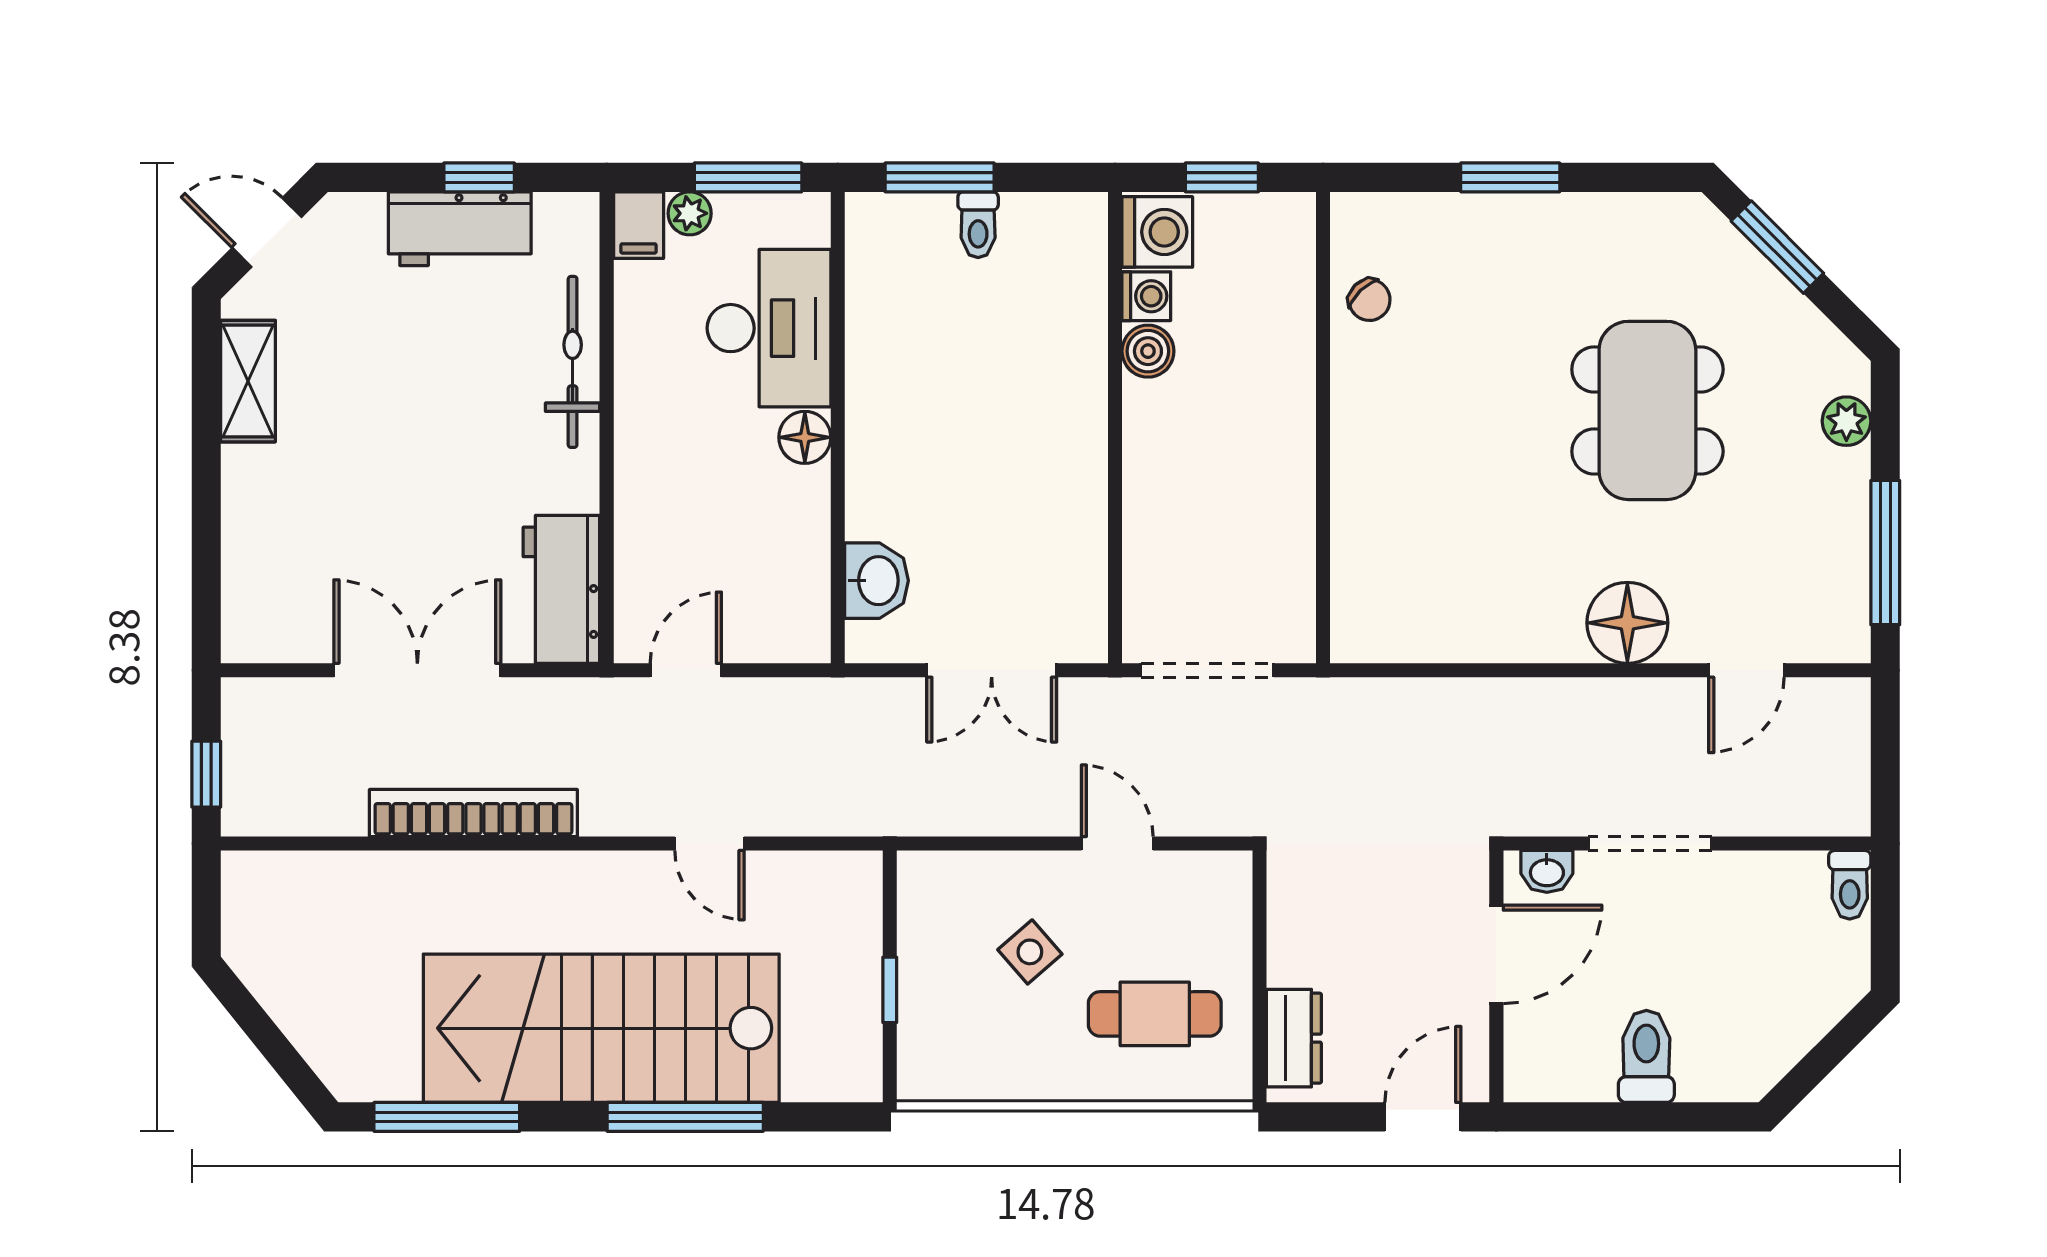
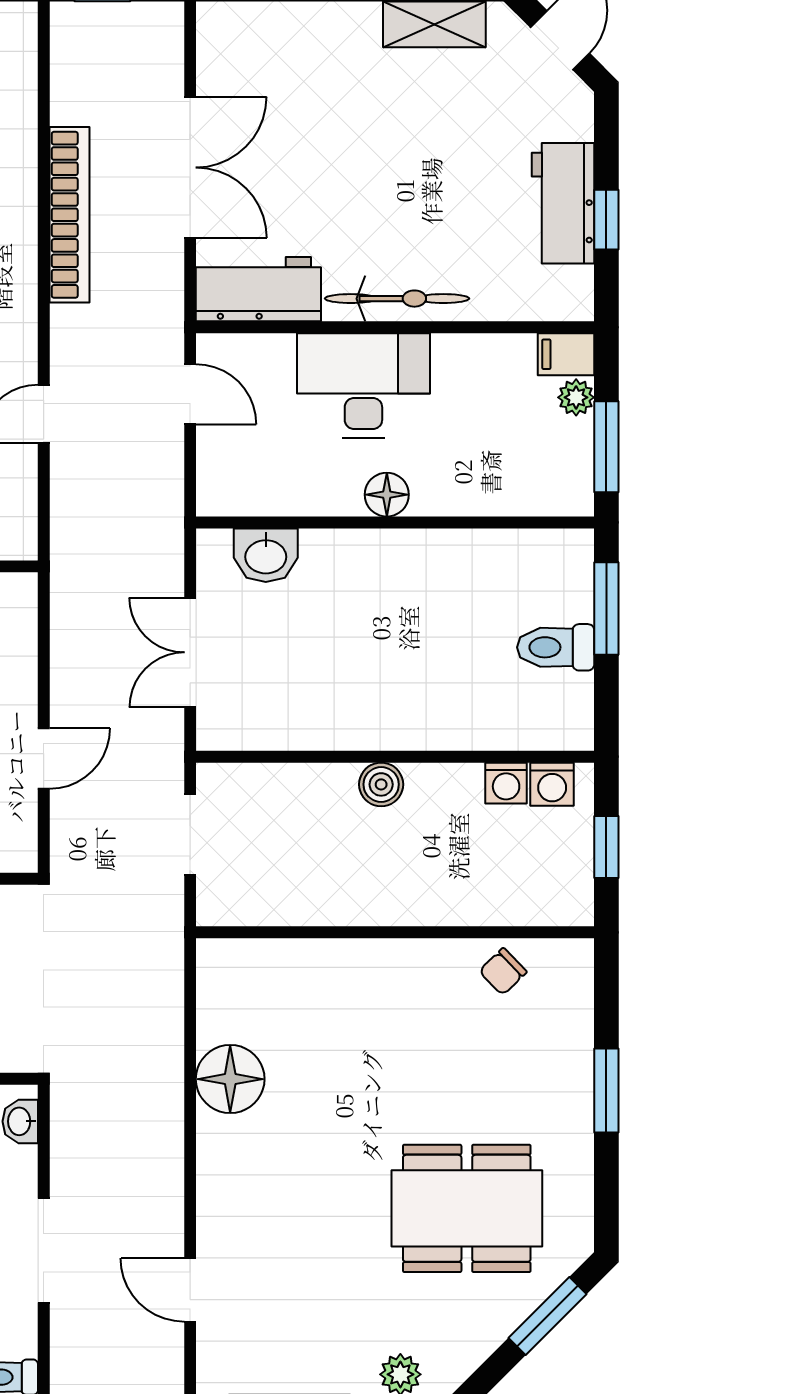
toilet: (978, 225) -> (556, 647), width x1.37, depth x1.39
washing machine: (1157, 232) -> (552, 784), width x0.73, depth x0.73
desk: (769, 328) -> (363, 385), moved, turned 180
boiler: (1148, 351) -> (381, 784), moved
bicycle: (573, 362) -> (397, 299), moved
dining table: (1647, 410) -> (467, 1208), moved
floor lamp: (1627, 623) -> (230, 1079), moved
doorway: (1207, 670) -> (190, 834), width x0.73
doorway: (1650, 844) -> (44, 1251), moved

